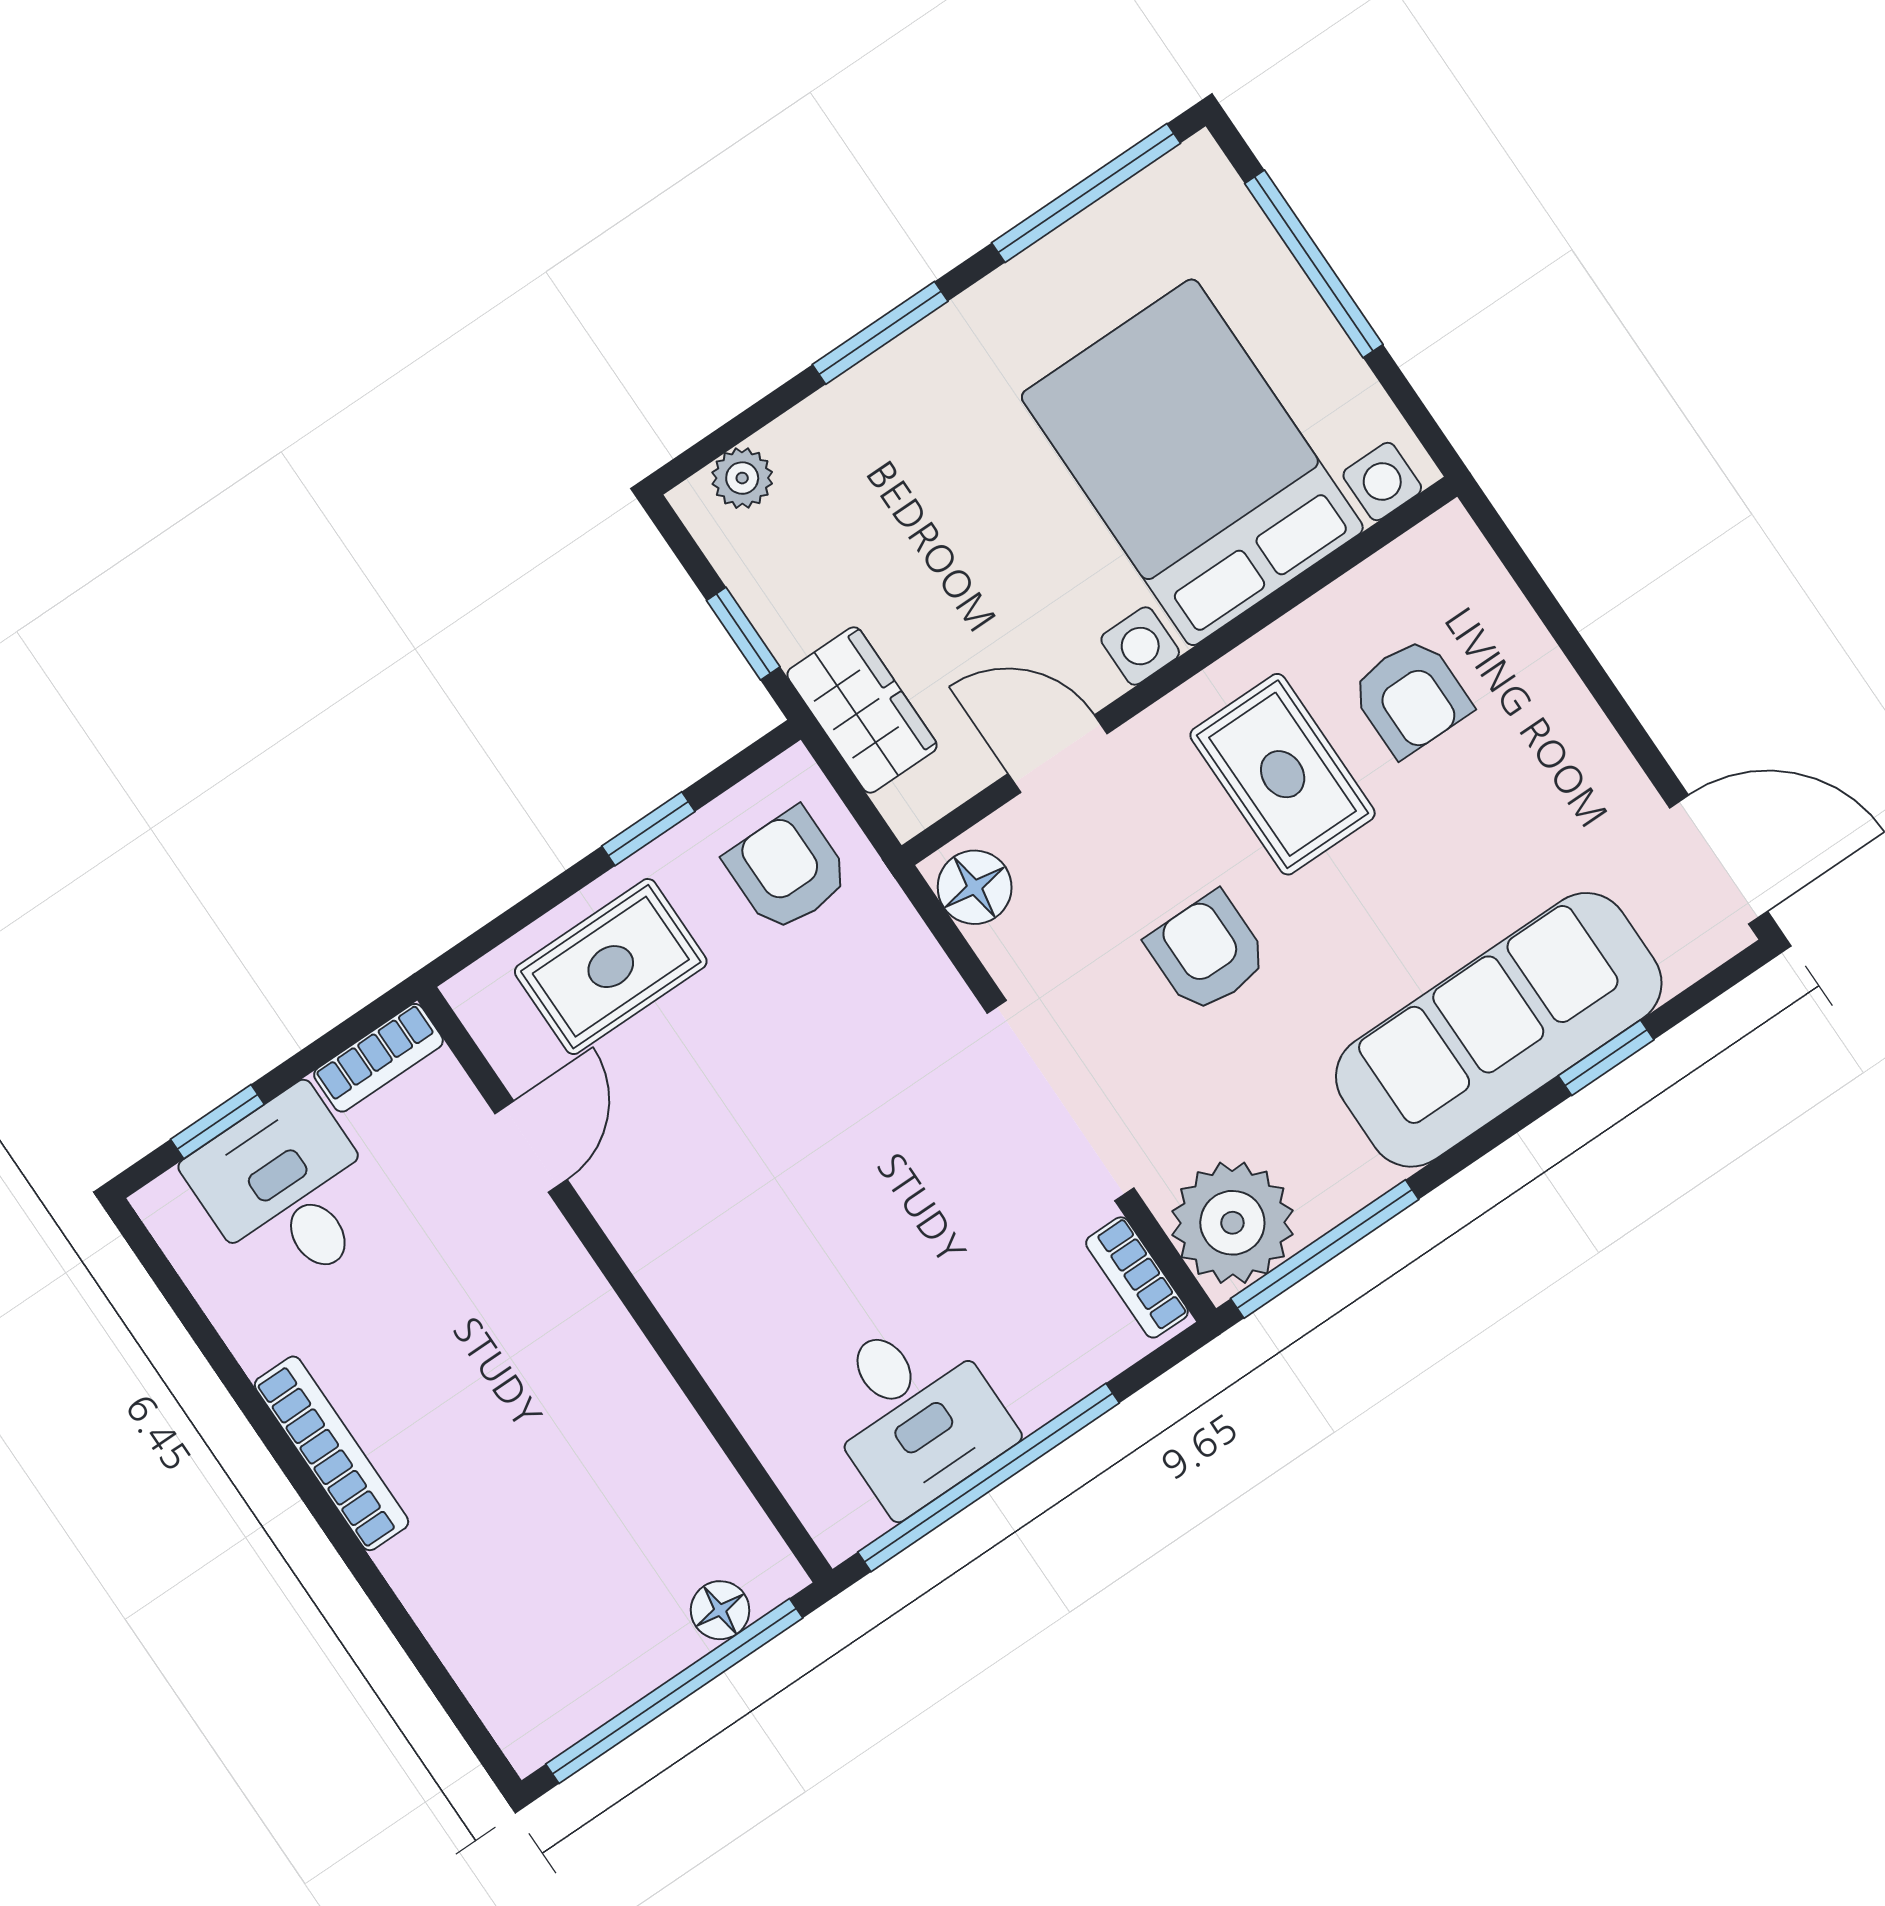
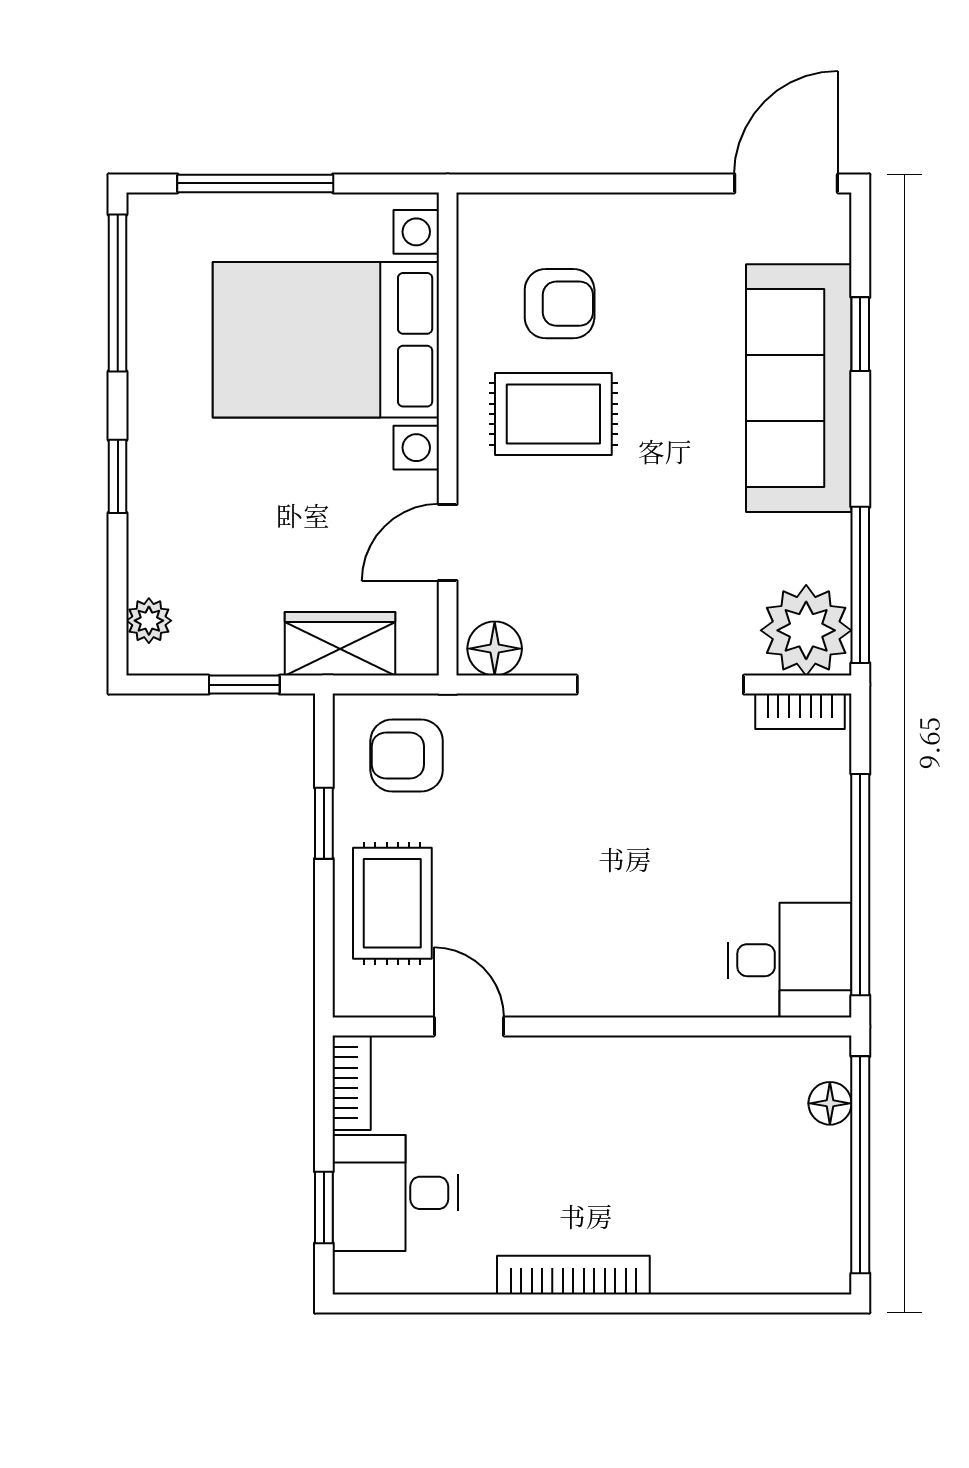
window: (880, 333) -> (118, 476), width x0.67
armchair: (1207, 952) -> (631, 534), removed
desk: (913, 1412) -> (790, 960), moved

